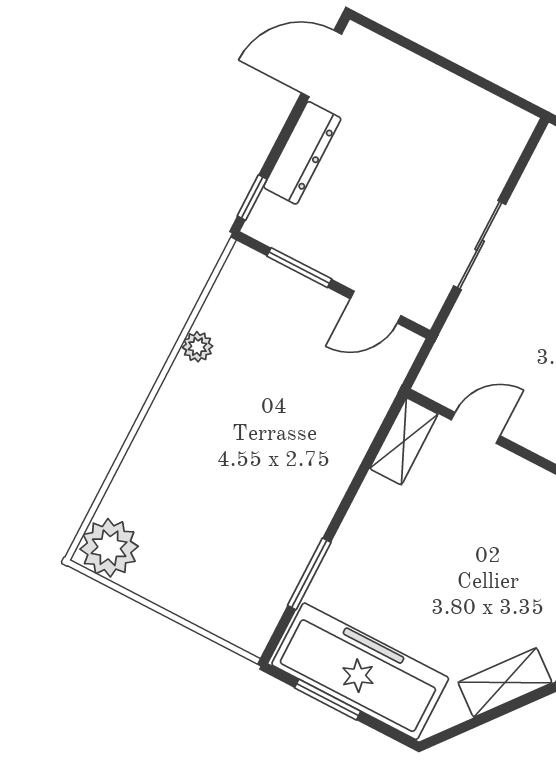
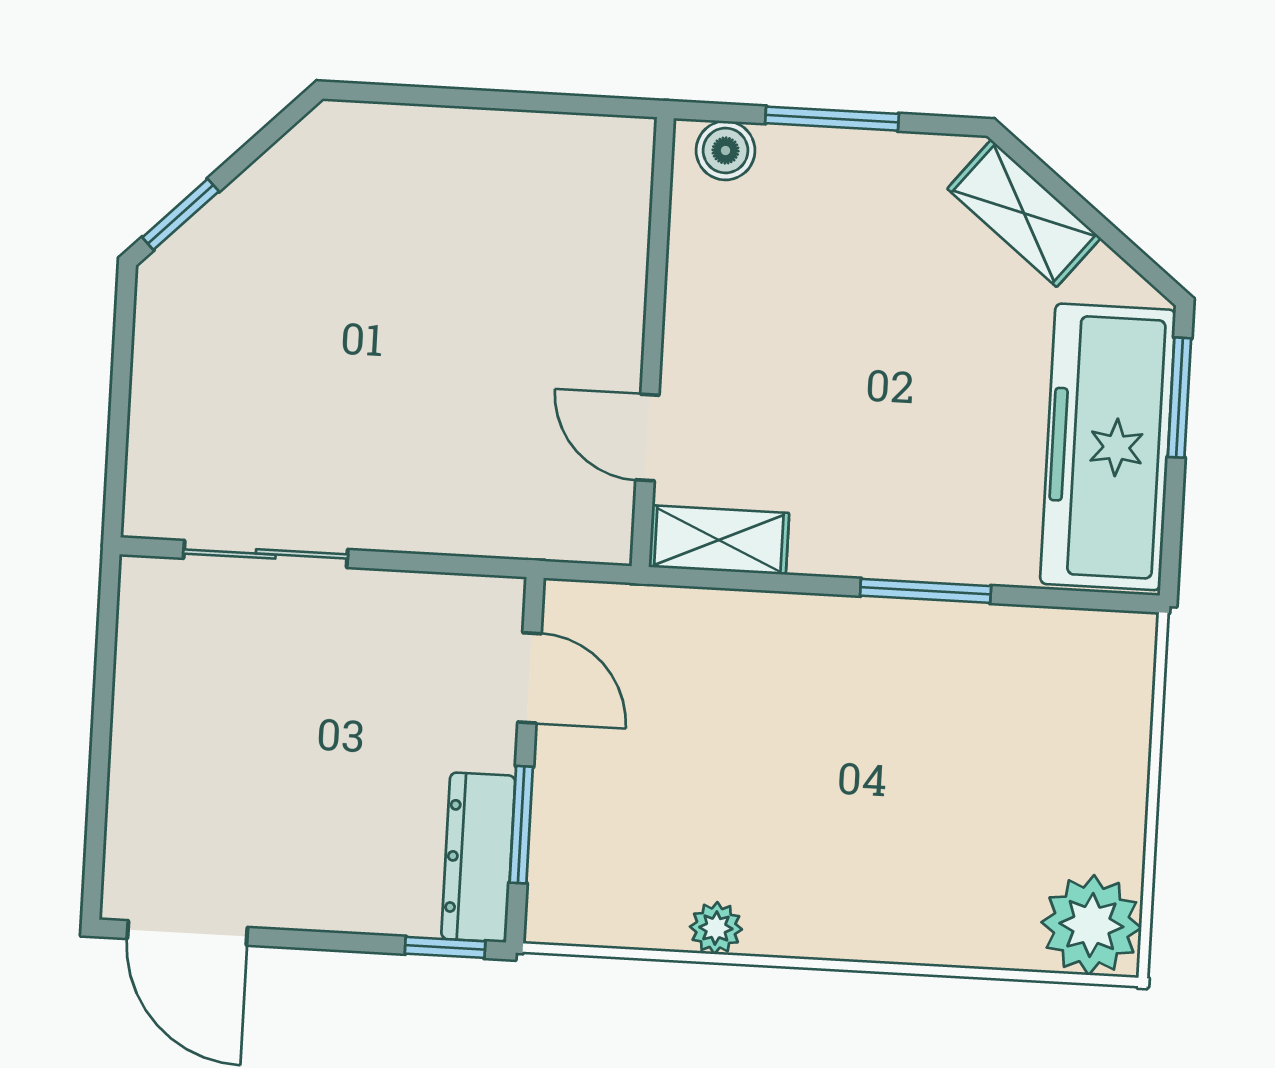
dresser: (302, 153) -> (478, 857), moved, turned -90
sliding door: (480, 245) -> (266, 554), moved
window: (309, 574) -> (926, 591), moved
window: (328, 700) -> (1179, 398), moved

